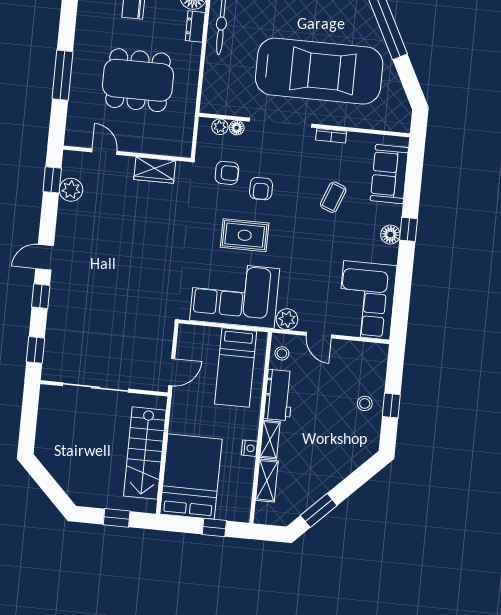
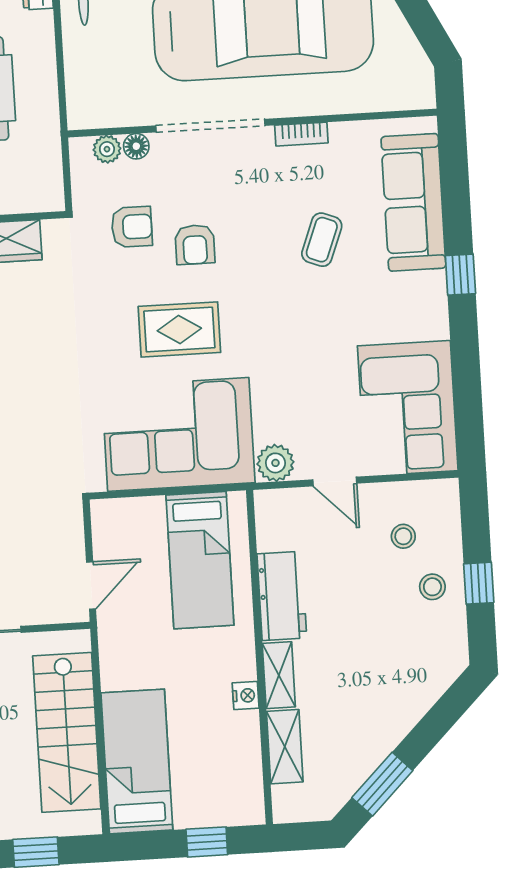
sofa: (389, 174) -> (413, 202), width x1.36
floor lamp: (390, 235) -> (430, 288), removed
stool: (282, 353) -> (403, 536), moved
bed: (191, 477) -> (137, 761), width x0.67

